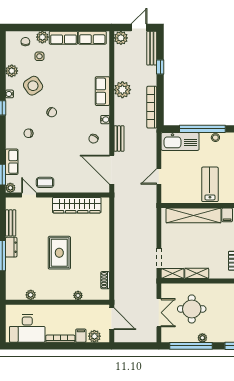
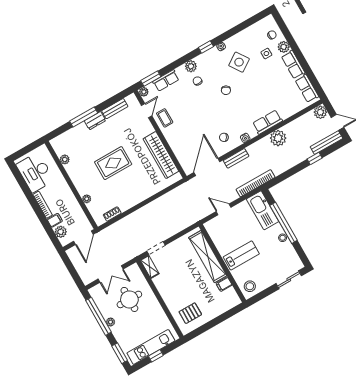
plant: (12, 71) -> (191, 66), moved
bookcase: (152, 107) -> (256, 183), moved
shelving: (197, 273) -> (161, 287), removed

